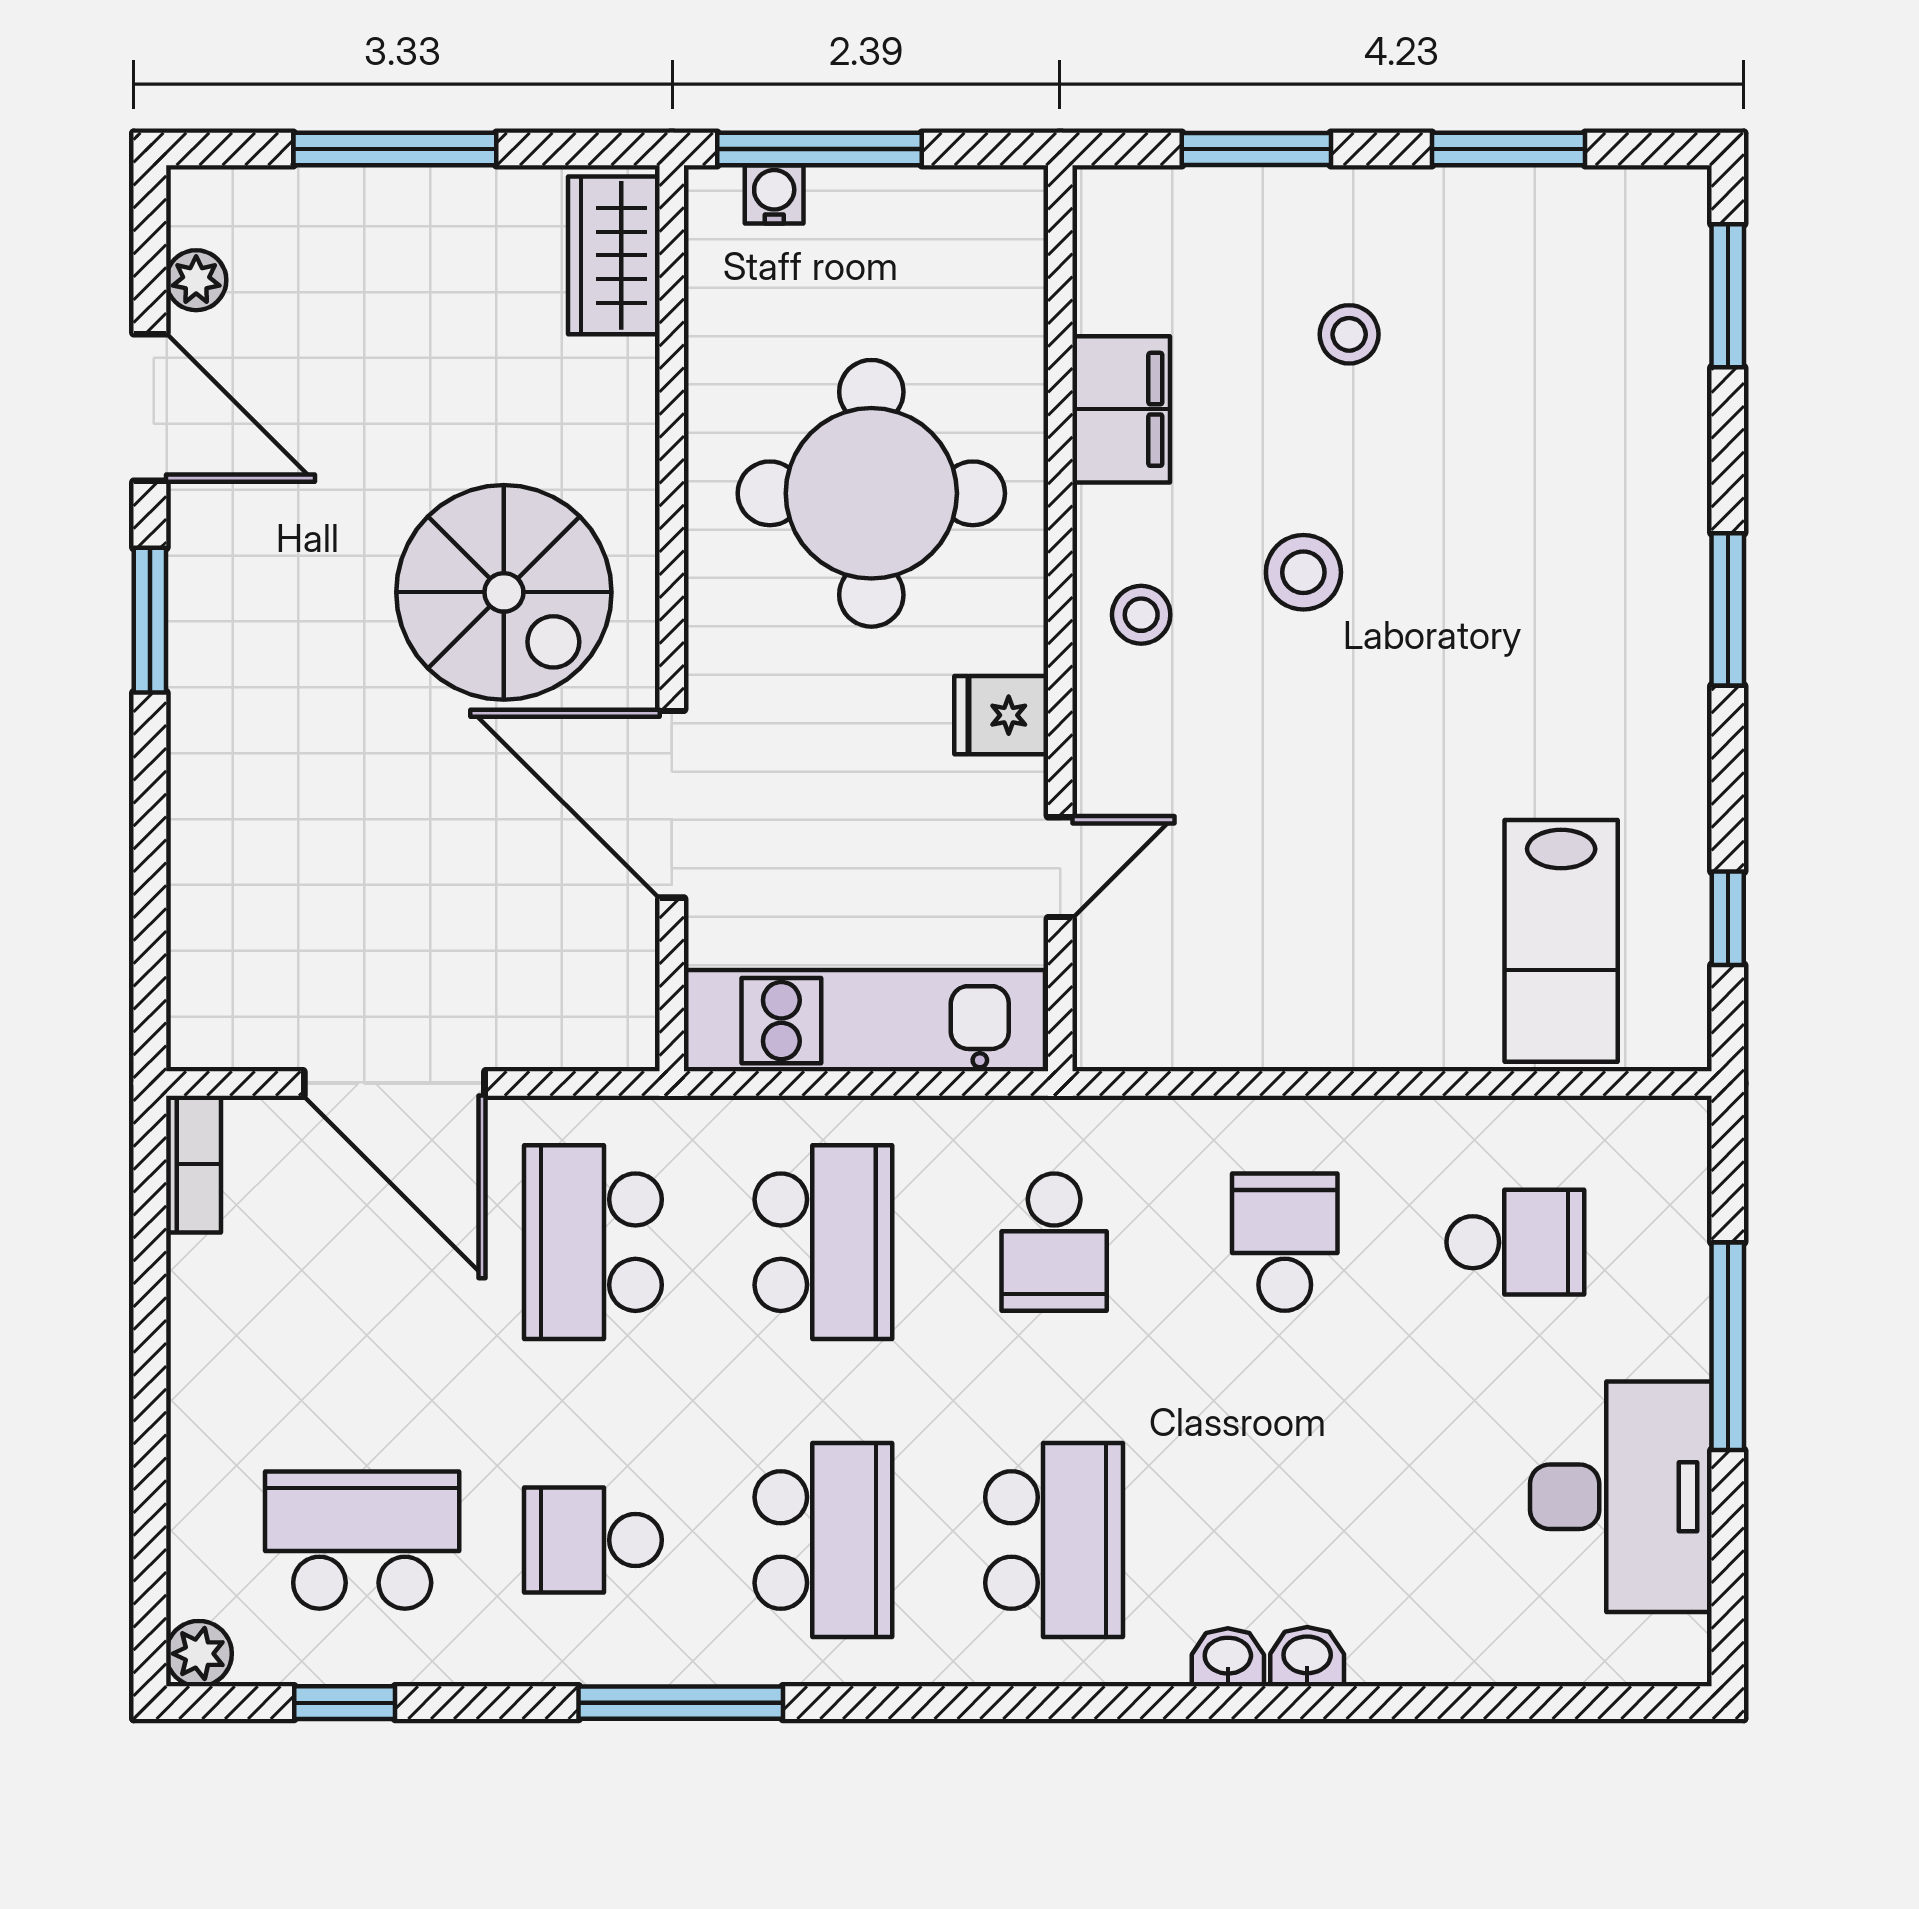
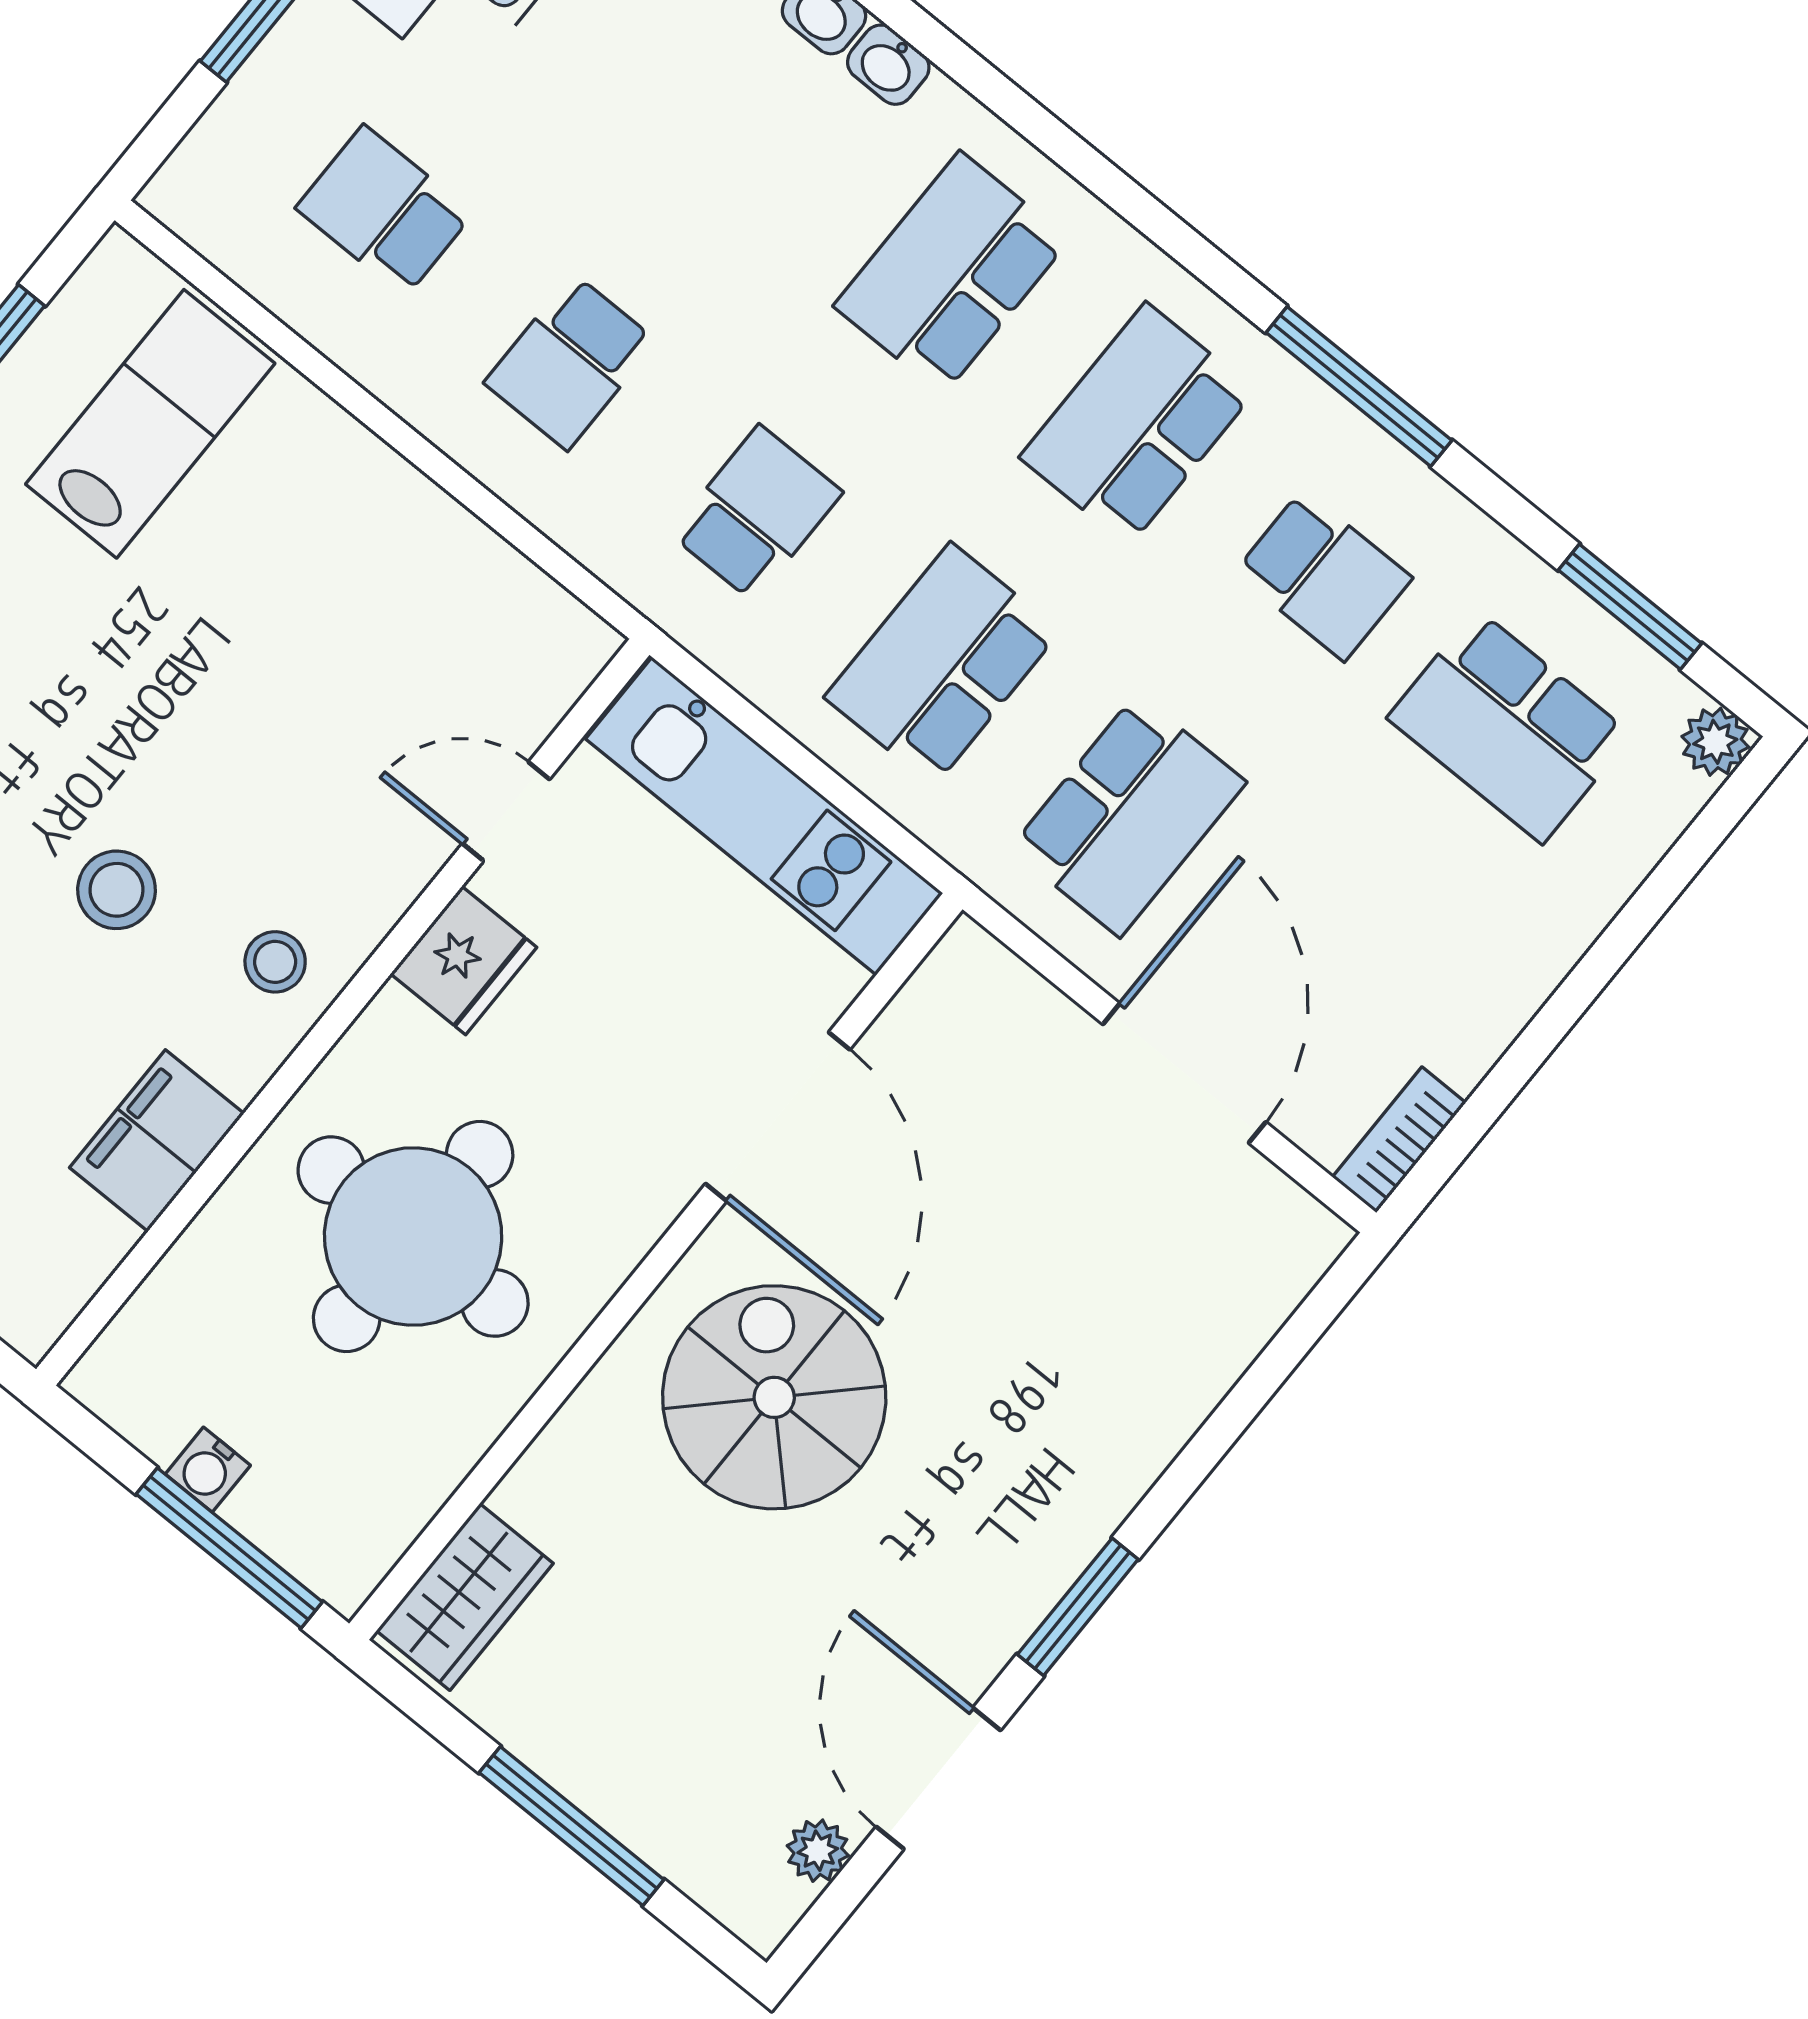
water cooler: (774, 194) -> (208, 1470), moved
fridge: (1001, 715) -> (464, 960), width x1.38
window: (345, 1703) -> (1630, 607), width x1.50

